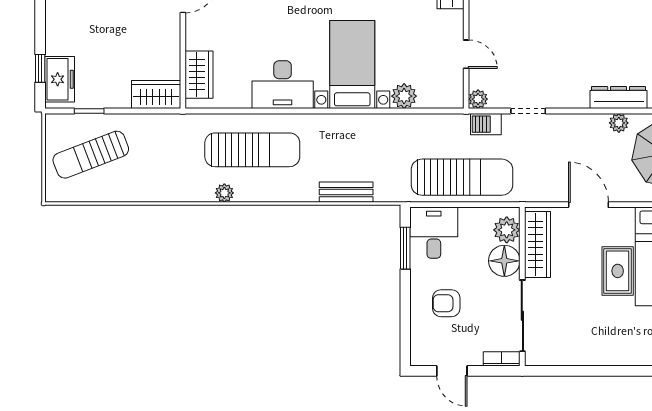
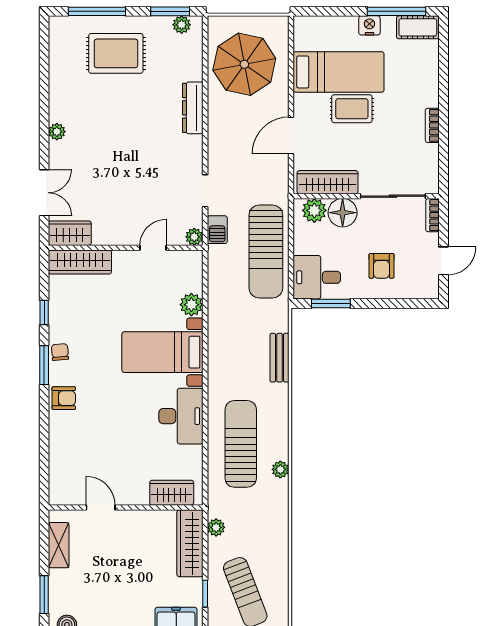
wardrobe: (156, 94) -> (190, 543), width x1.50
plant: (619, 123) -> (216, 527), moved
sun lounger: (462, 177) -> (266, 251), turned 180
bookcase: (599, 359) -> (432, 125), added

